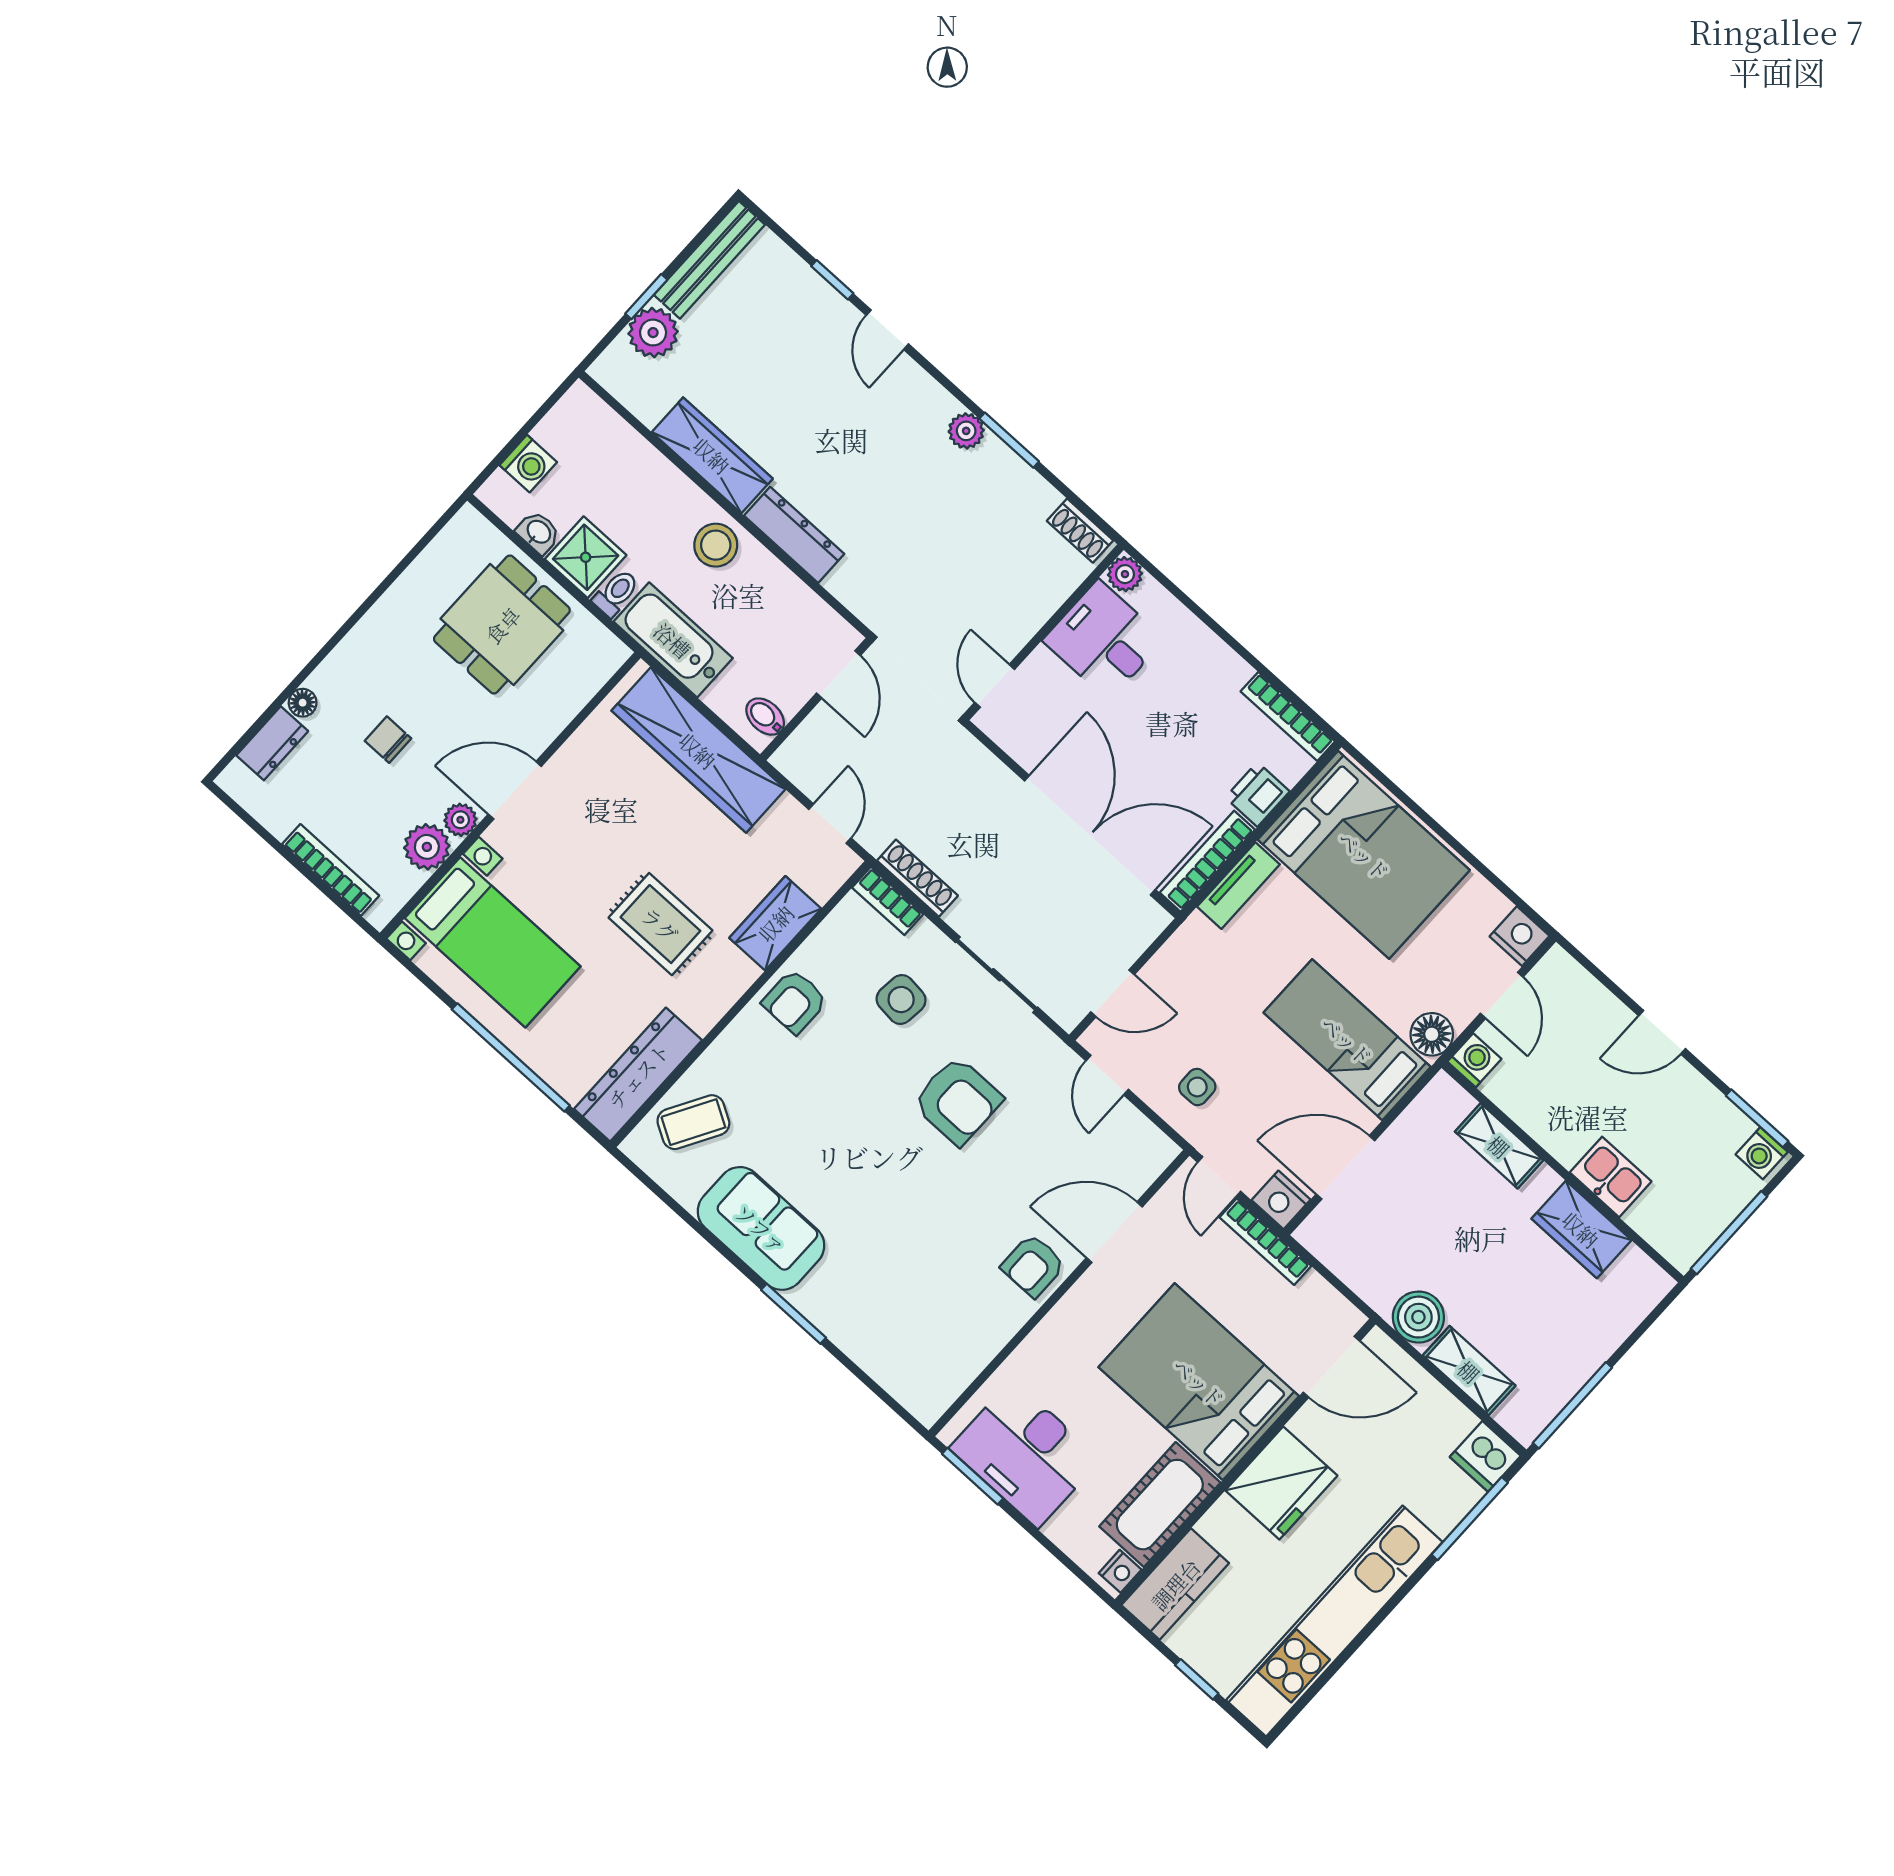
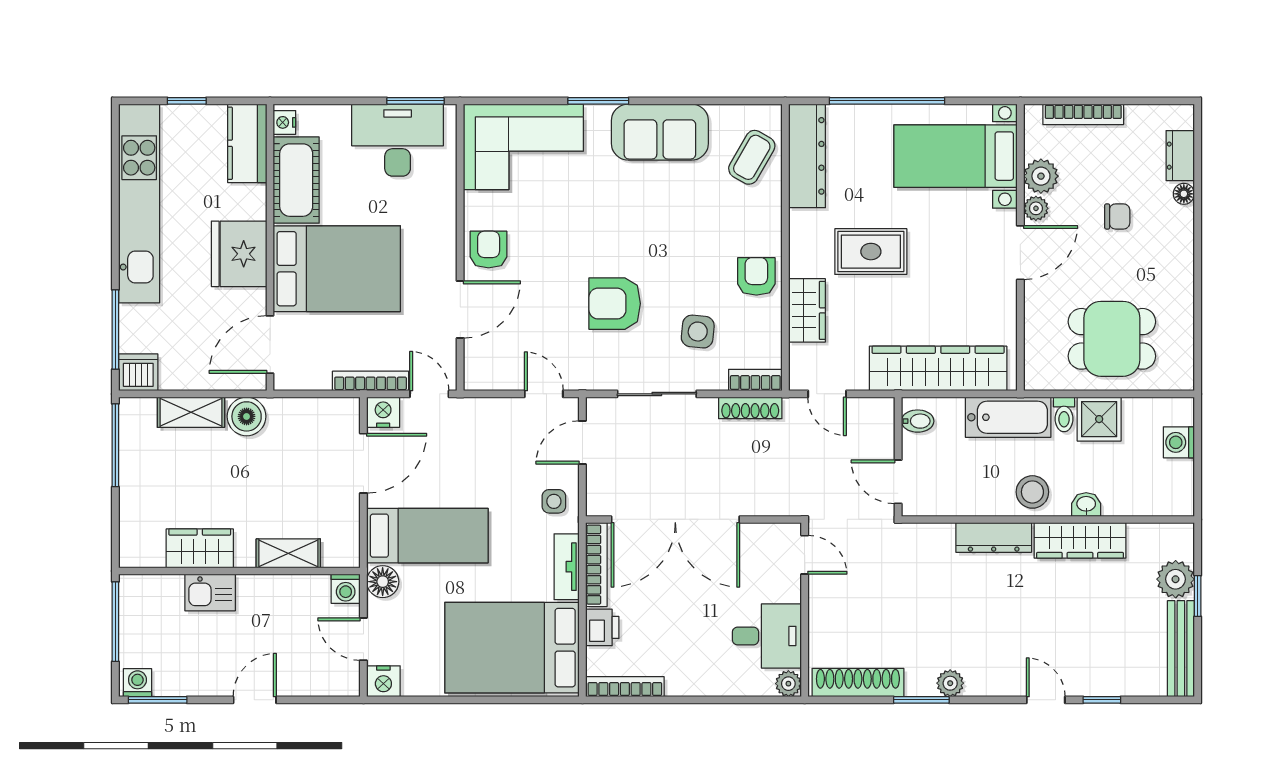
shoe rack: (1080, 531) -> (858, 682), width x1.94, depth x1.24
washbasin: (538, 532) -> (1086, 504), moved, turned 180
dining table: (502, 625) -> (1112, 339), turned 90
side table: (1197, 1087) -> (554, 501), moved
corner sofa: (908, 1335) -> (523, 147), added

